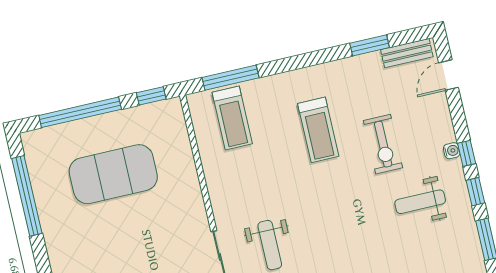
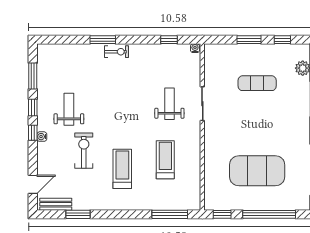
treadmill: (232, 118) -> (165, 160), moved
weight bench: (420, 202) -> (69, 109), turned -90

